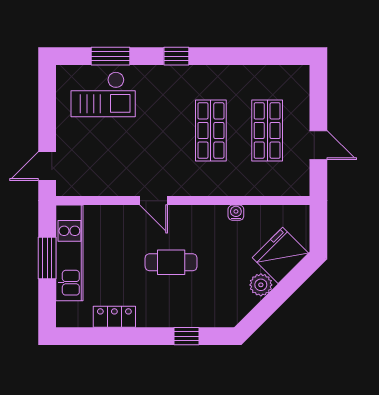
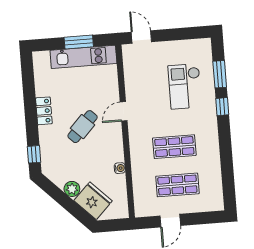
window: (176, 56) -> (222, 107), moved
checkout: (103, 94) -> (185, 86), moved
cafe table: (171, 262) -> (83, 127), turned 44
locker: (114, 317) -> (44, 111), moved
window: (187, 336) -> (34, 154), moved

